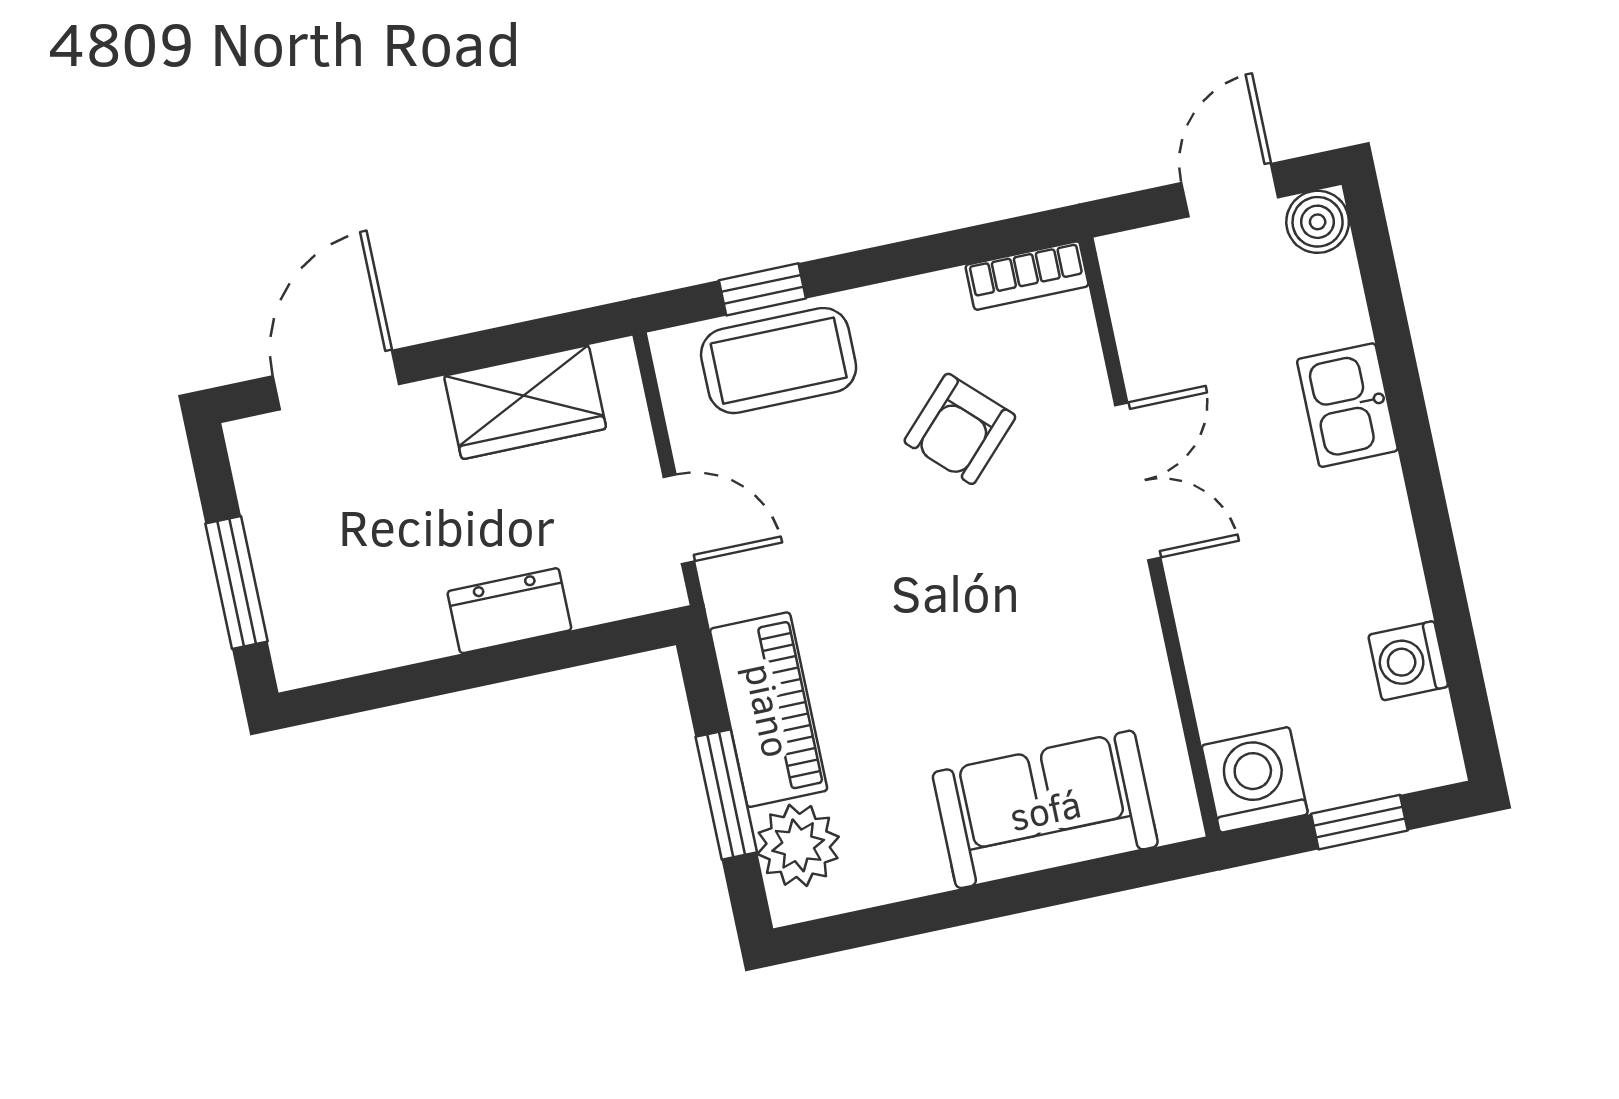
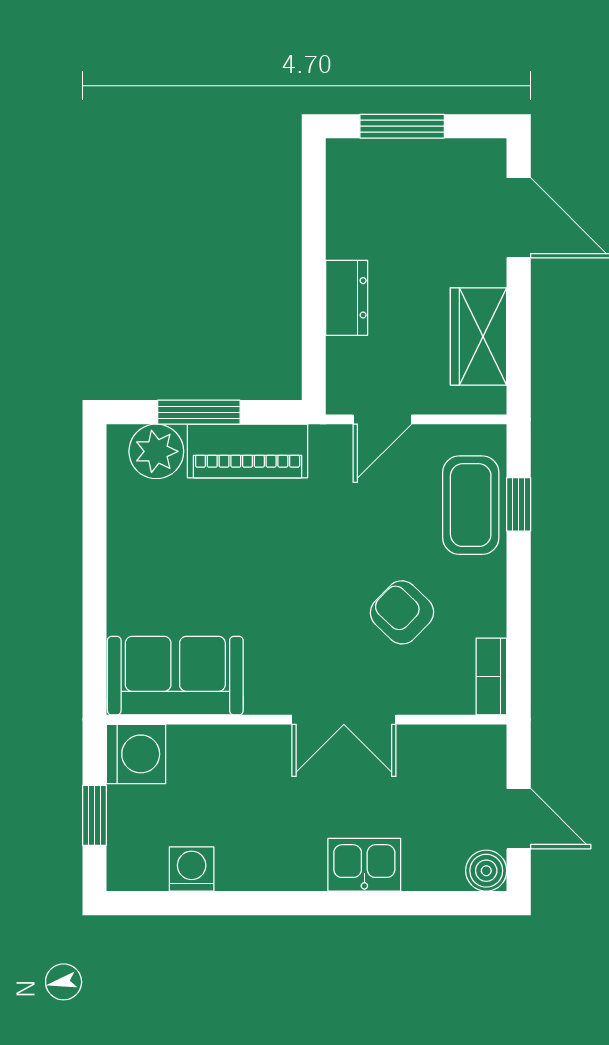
sofa: (1045, 809) -> (175, 676), moved, turned -90

